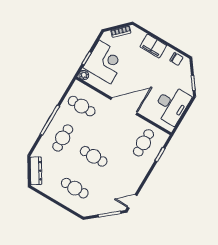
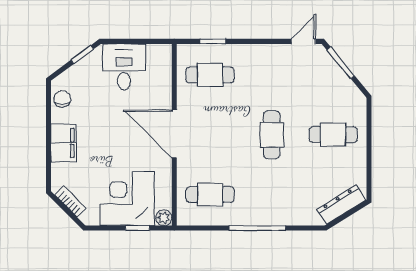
desk: (172, 105) -> (124, 67), width x0.73
cafe table: (82, 106) -> (210, 194), turned 90
cafe table: (63, 138) -> (272, 194), removed
cafe table: (75, 188) -> (333, 135), turned 90
door: (132, 201) -> (303, 41), swing flipped

